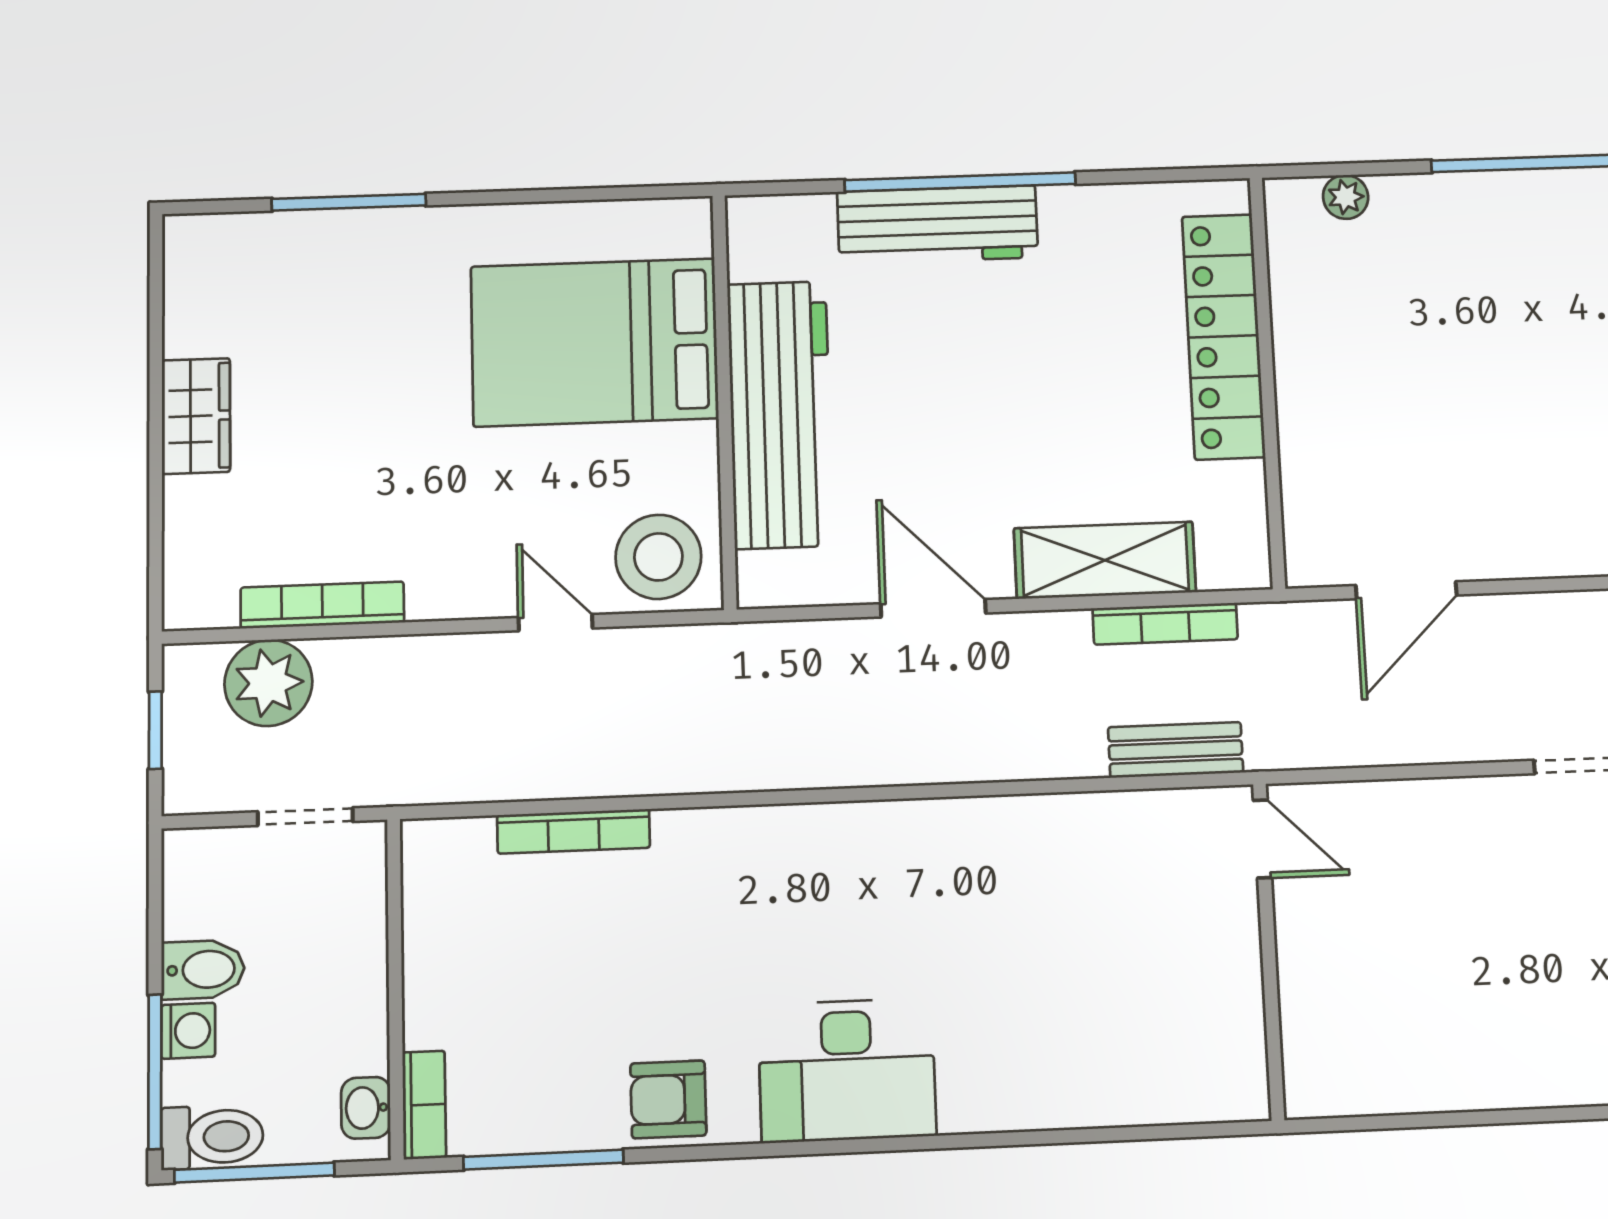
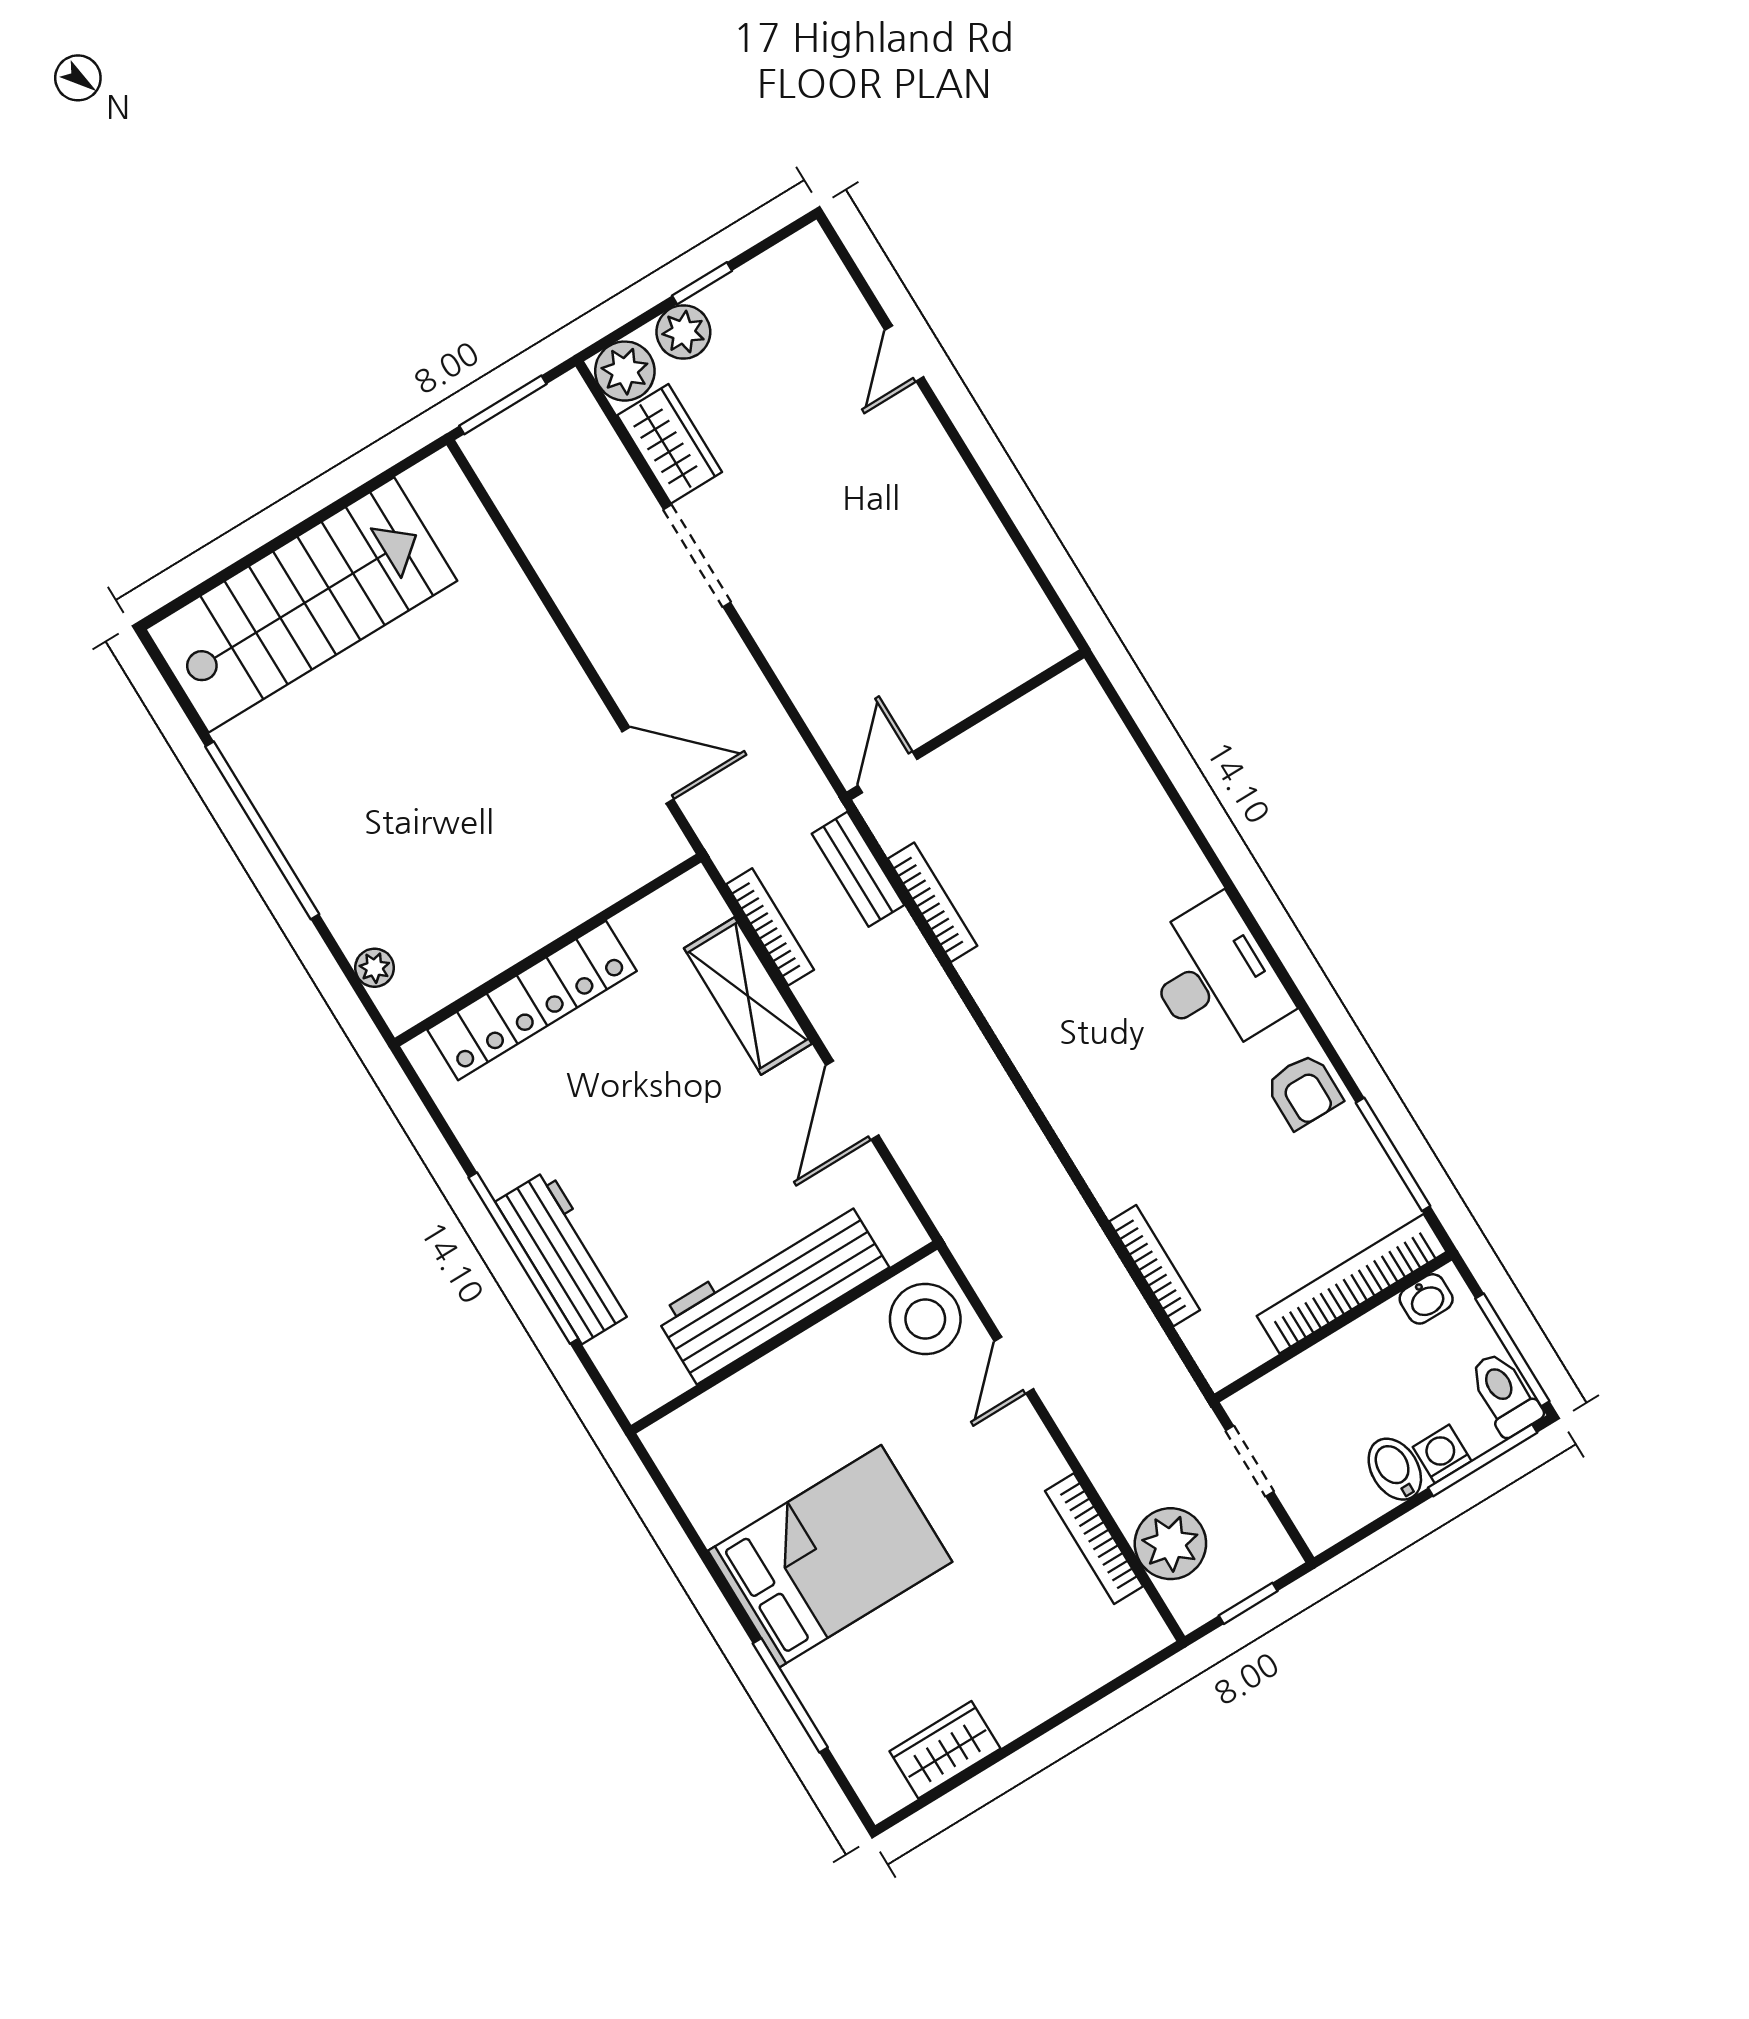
bed: (595, 342) -> (830, 1556), moved, turned -90
wardrobe: (196, 416) -> (945, 1750), moved
bookcase: (1097, 810) -> (933, 902), added
bookcase: (424, 1105) -> (1352, 1284), width x2.31, depth x1.31

